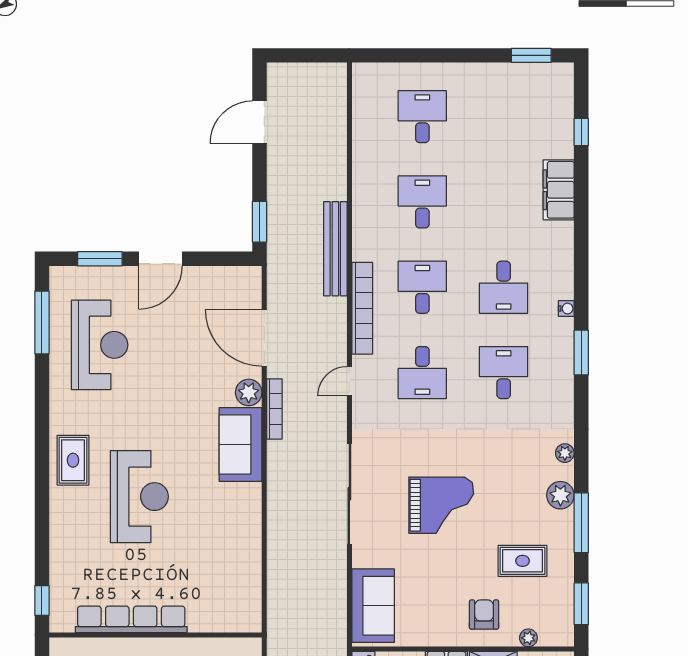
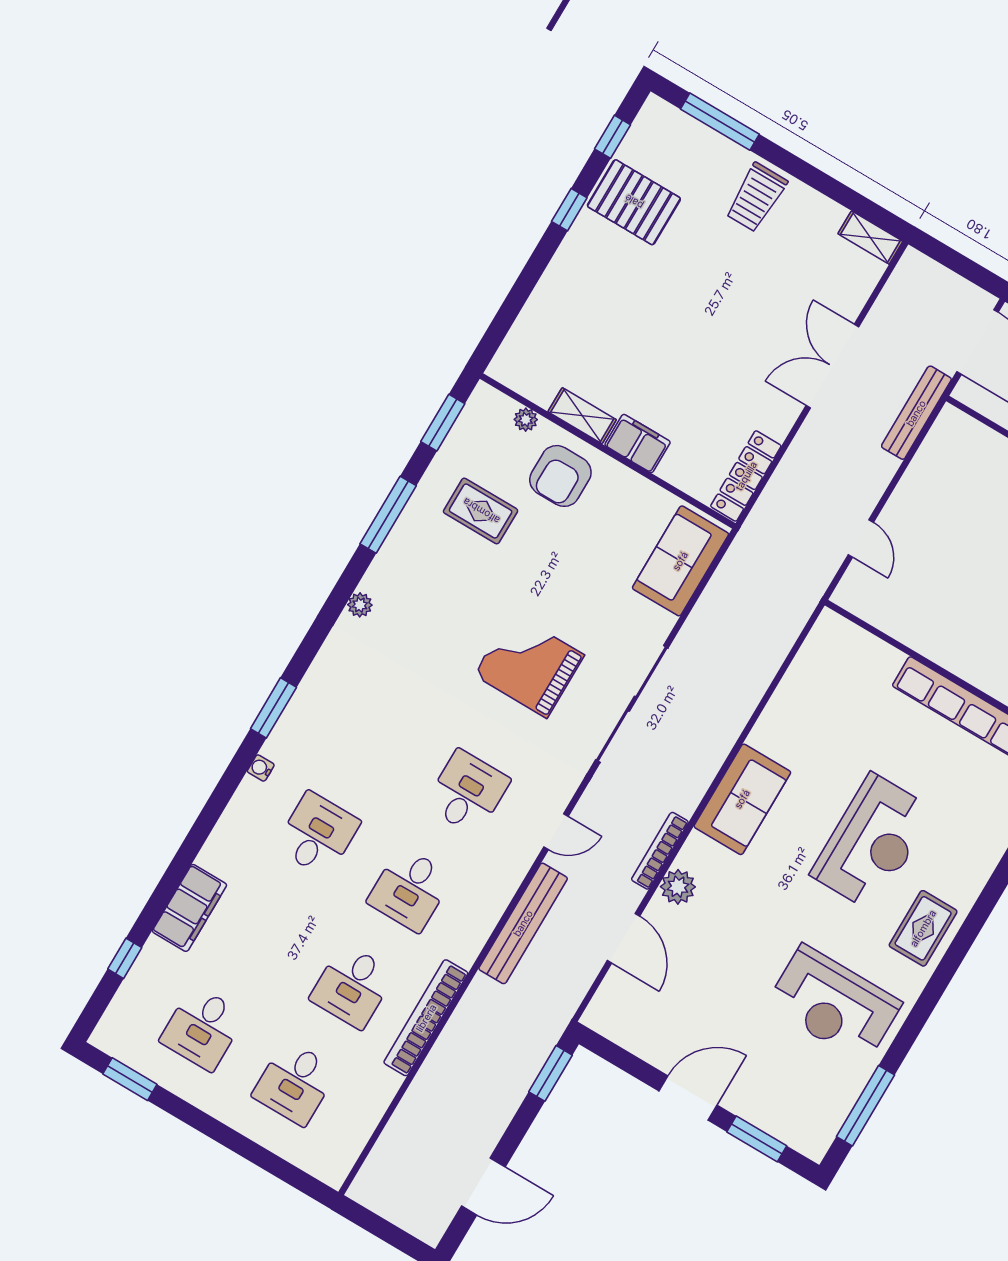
bench: (335, 249) -> (523, 923), moved
bookcase: (362, 308) -> (426, 1018), moved
door: (264, 338) -> (623, 938), width x0.73
reception desk: (100, 345) -> (834, 1004), moved, turned -90
desk: (504, 373) -> (203, 1028), moved
sofa: (241, 445) -> (742, 799), moved
plant: (560, 495) -> (393, 560), removed
reception desk: (139, 497) -> (872, 842), turned 180
grand piano: (441, 505) -> (529, 665), moved
armchair: (484, 615) -> (560, 476), width x1.38, depth x1.38

